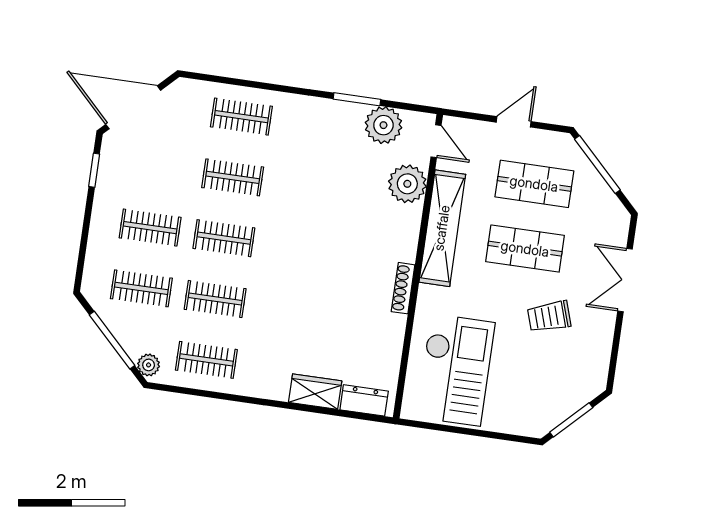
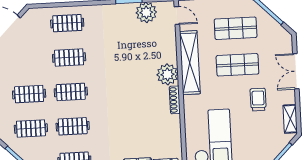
plant: (407, 184) -> (167, 74), moved
trolley: (549, 317) -> (258, 100), turned 108
shelving: (599, 361) -> (290, 119), added

